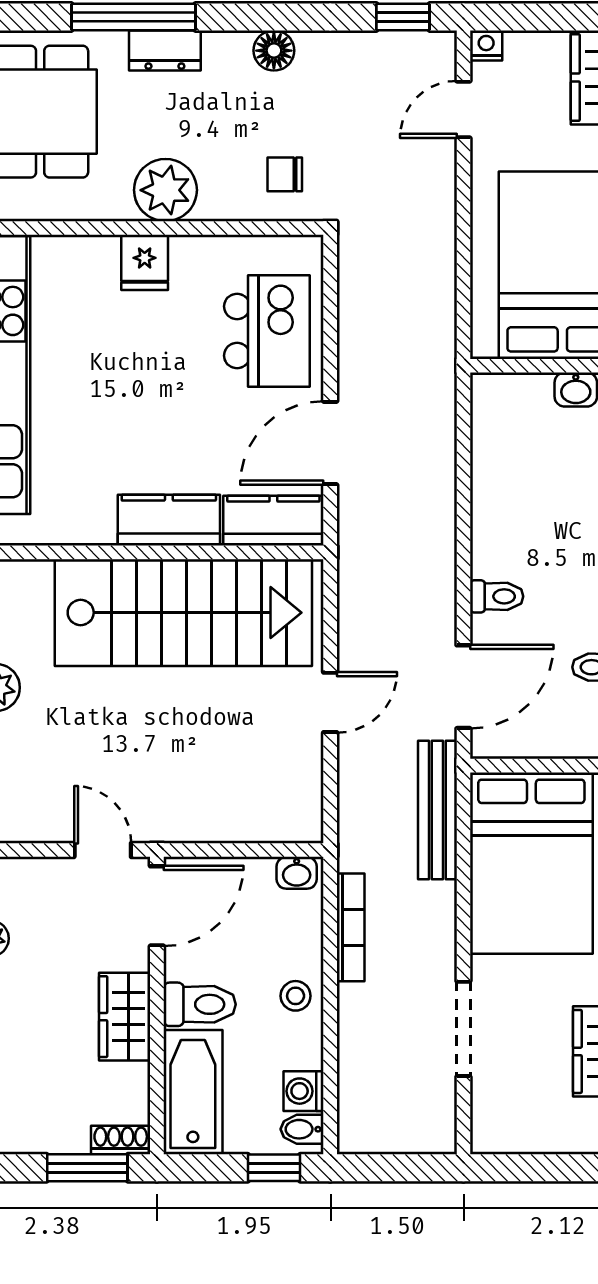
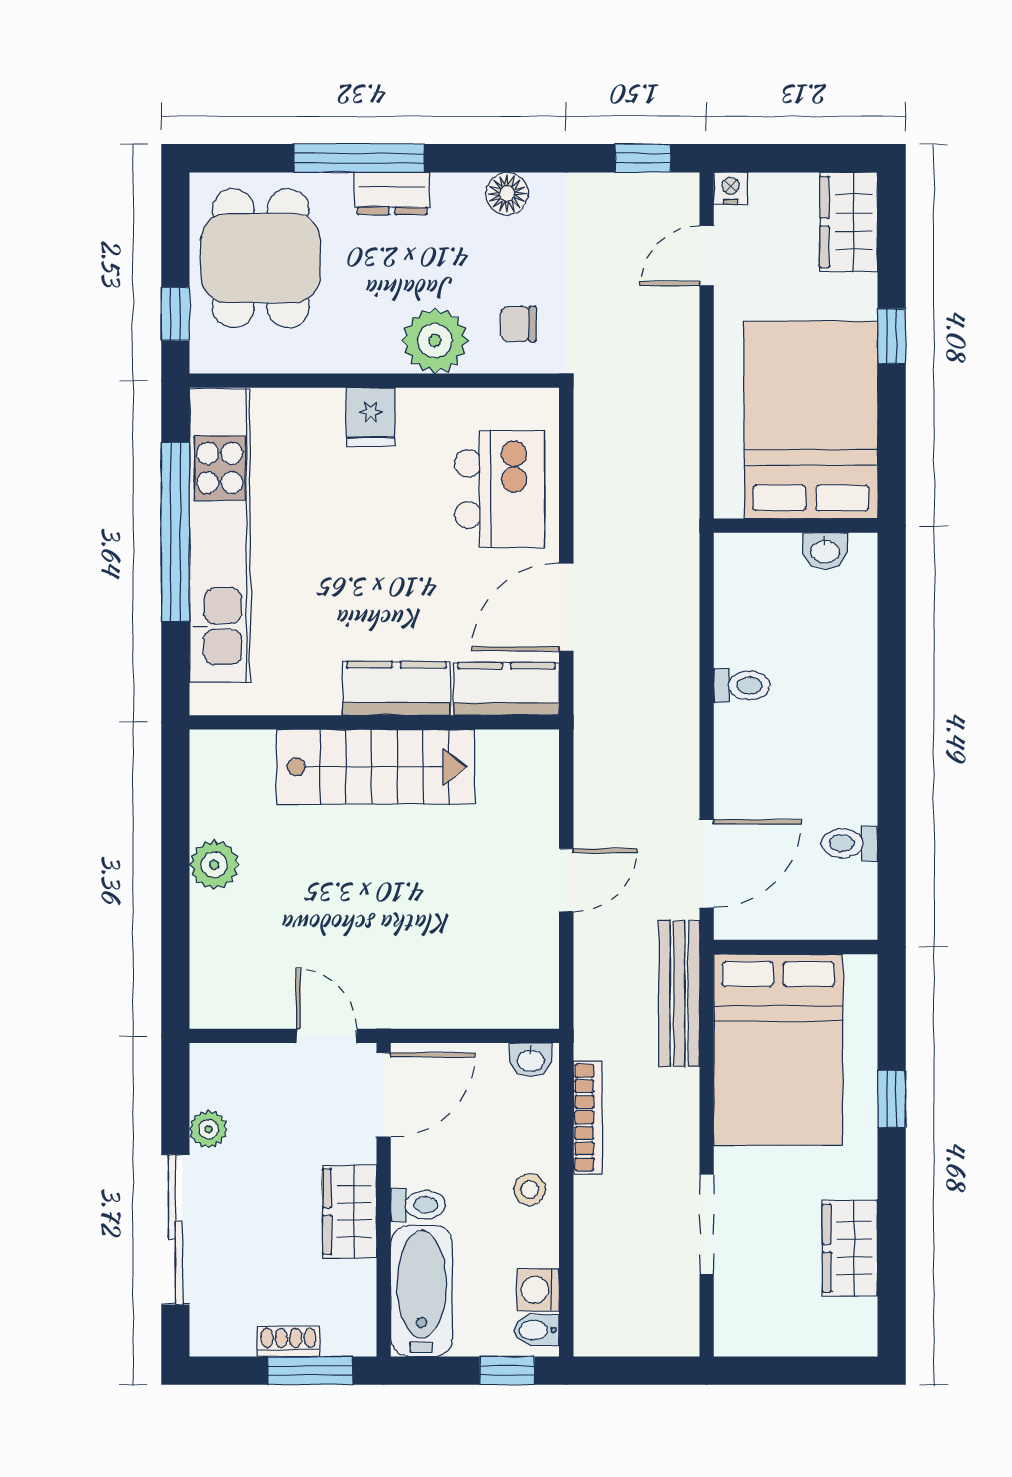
plant: (165, 190) -> (435, 341), moved
toilet: (497, 596) -> (742, 686), moved
stairs: (183, 613) -> (376, 767), width x0.73, depth x0.66
toilet: (200, 1004) -> (418, 1205), width x0.73, depth x0.72
shoe rack: (121, 1140) -> (289, 1341), moved

